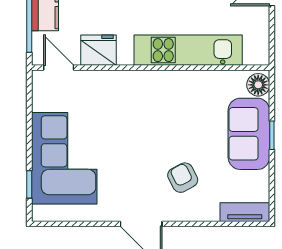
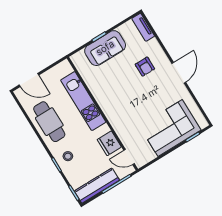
door: (59, 68) -> (129, 157), hinge flipped
floor lamp: (258, 85) -> (79, 58), removed
armchair: (183, 178) -> (145, 67), turned -62

